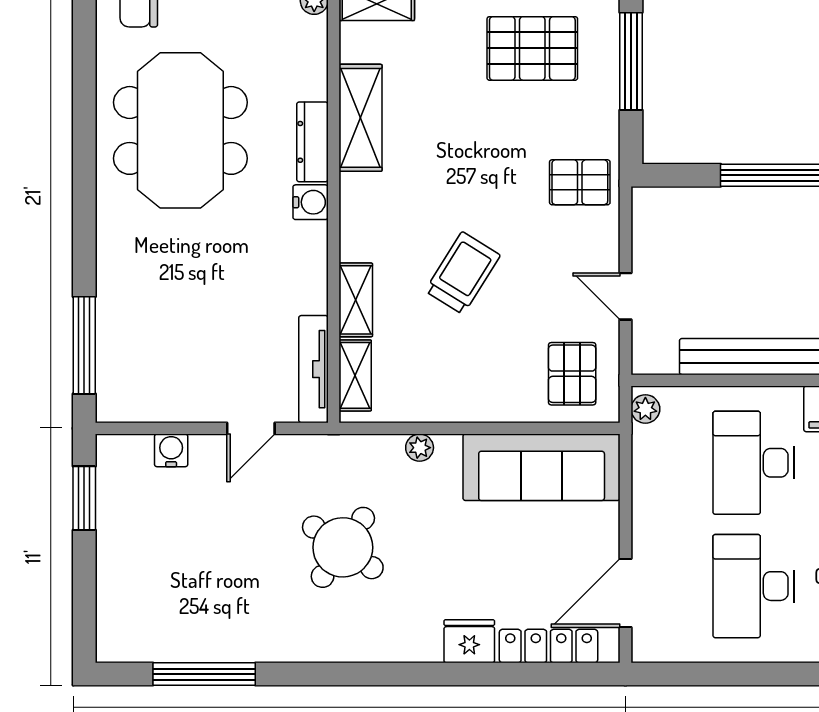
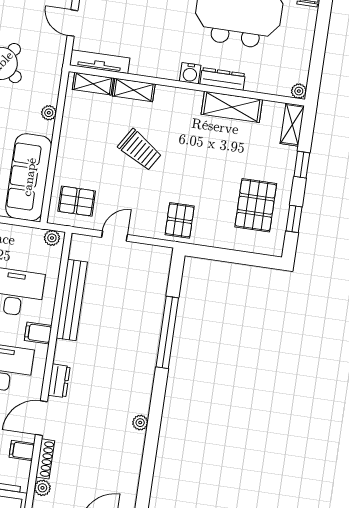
window: (631, 61) -> (241, 258), removed

